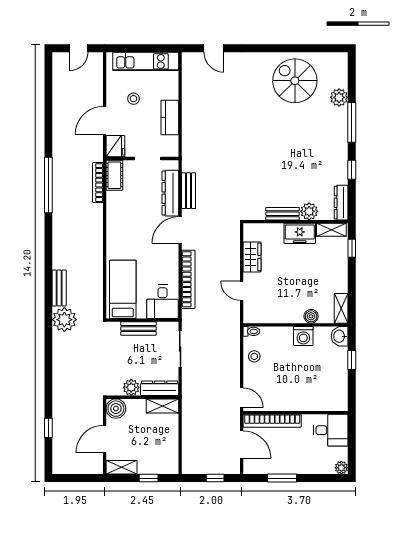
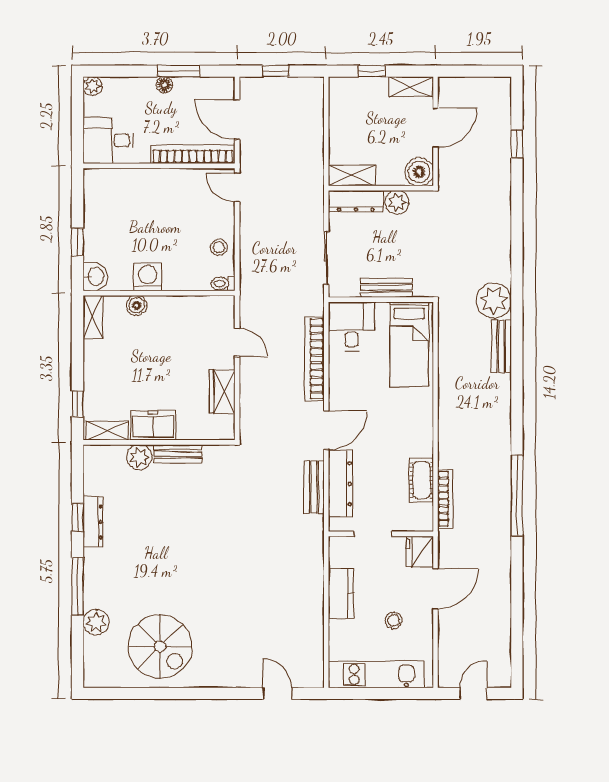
cot: (114, 175) -> (421, 480), moved
dresser: (341, 203) -> (93, 522), moved
floor lamp: (292, 469) -> (164, 85), added

